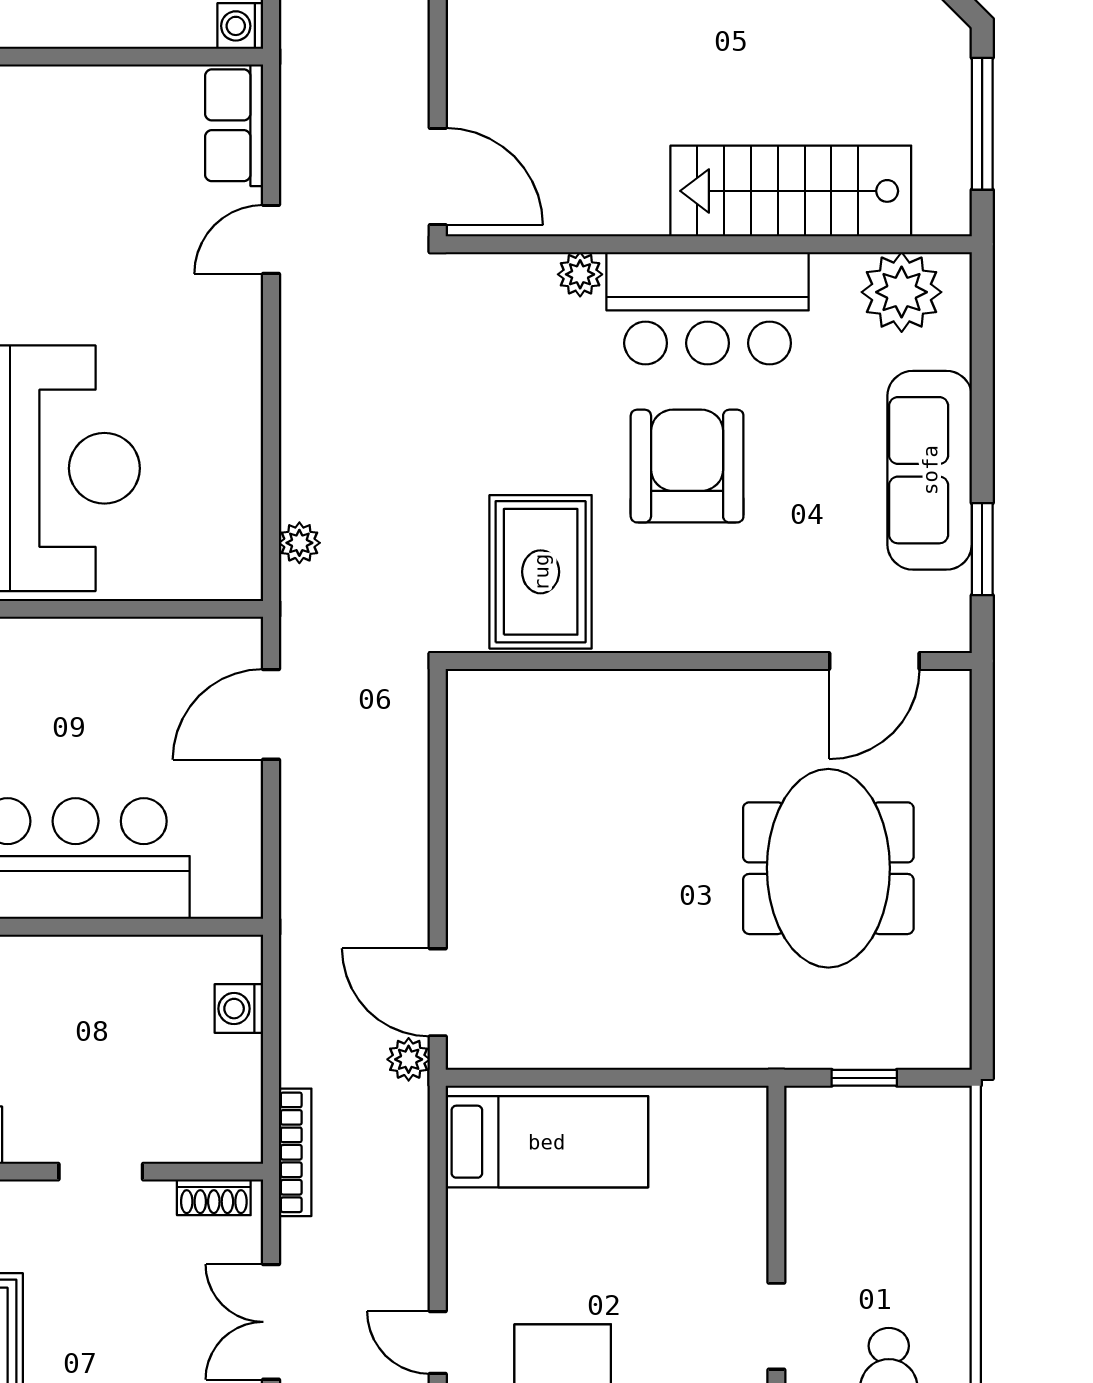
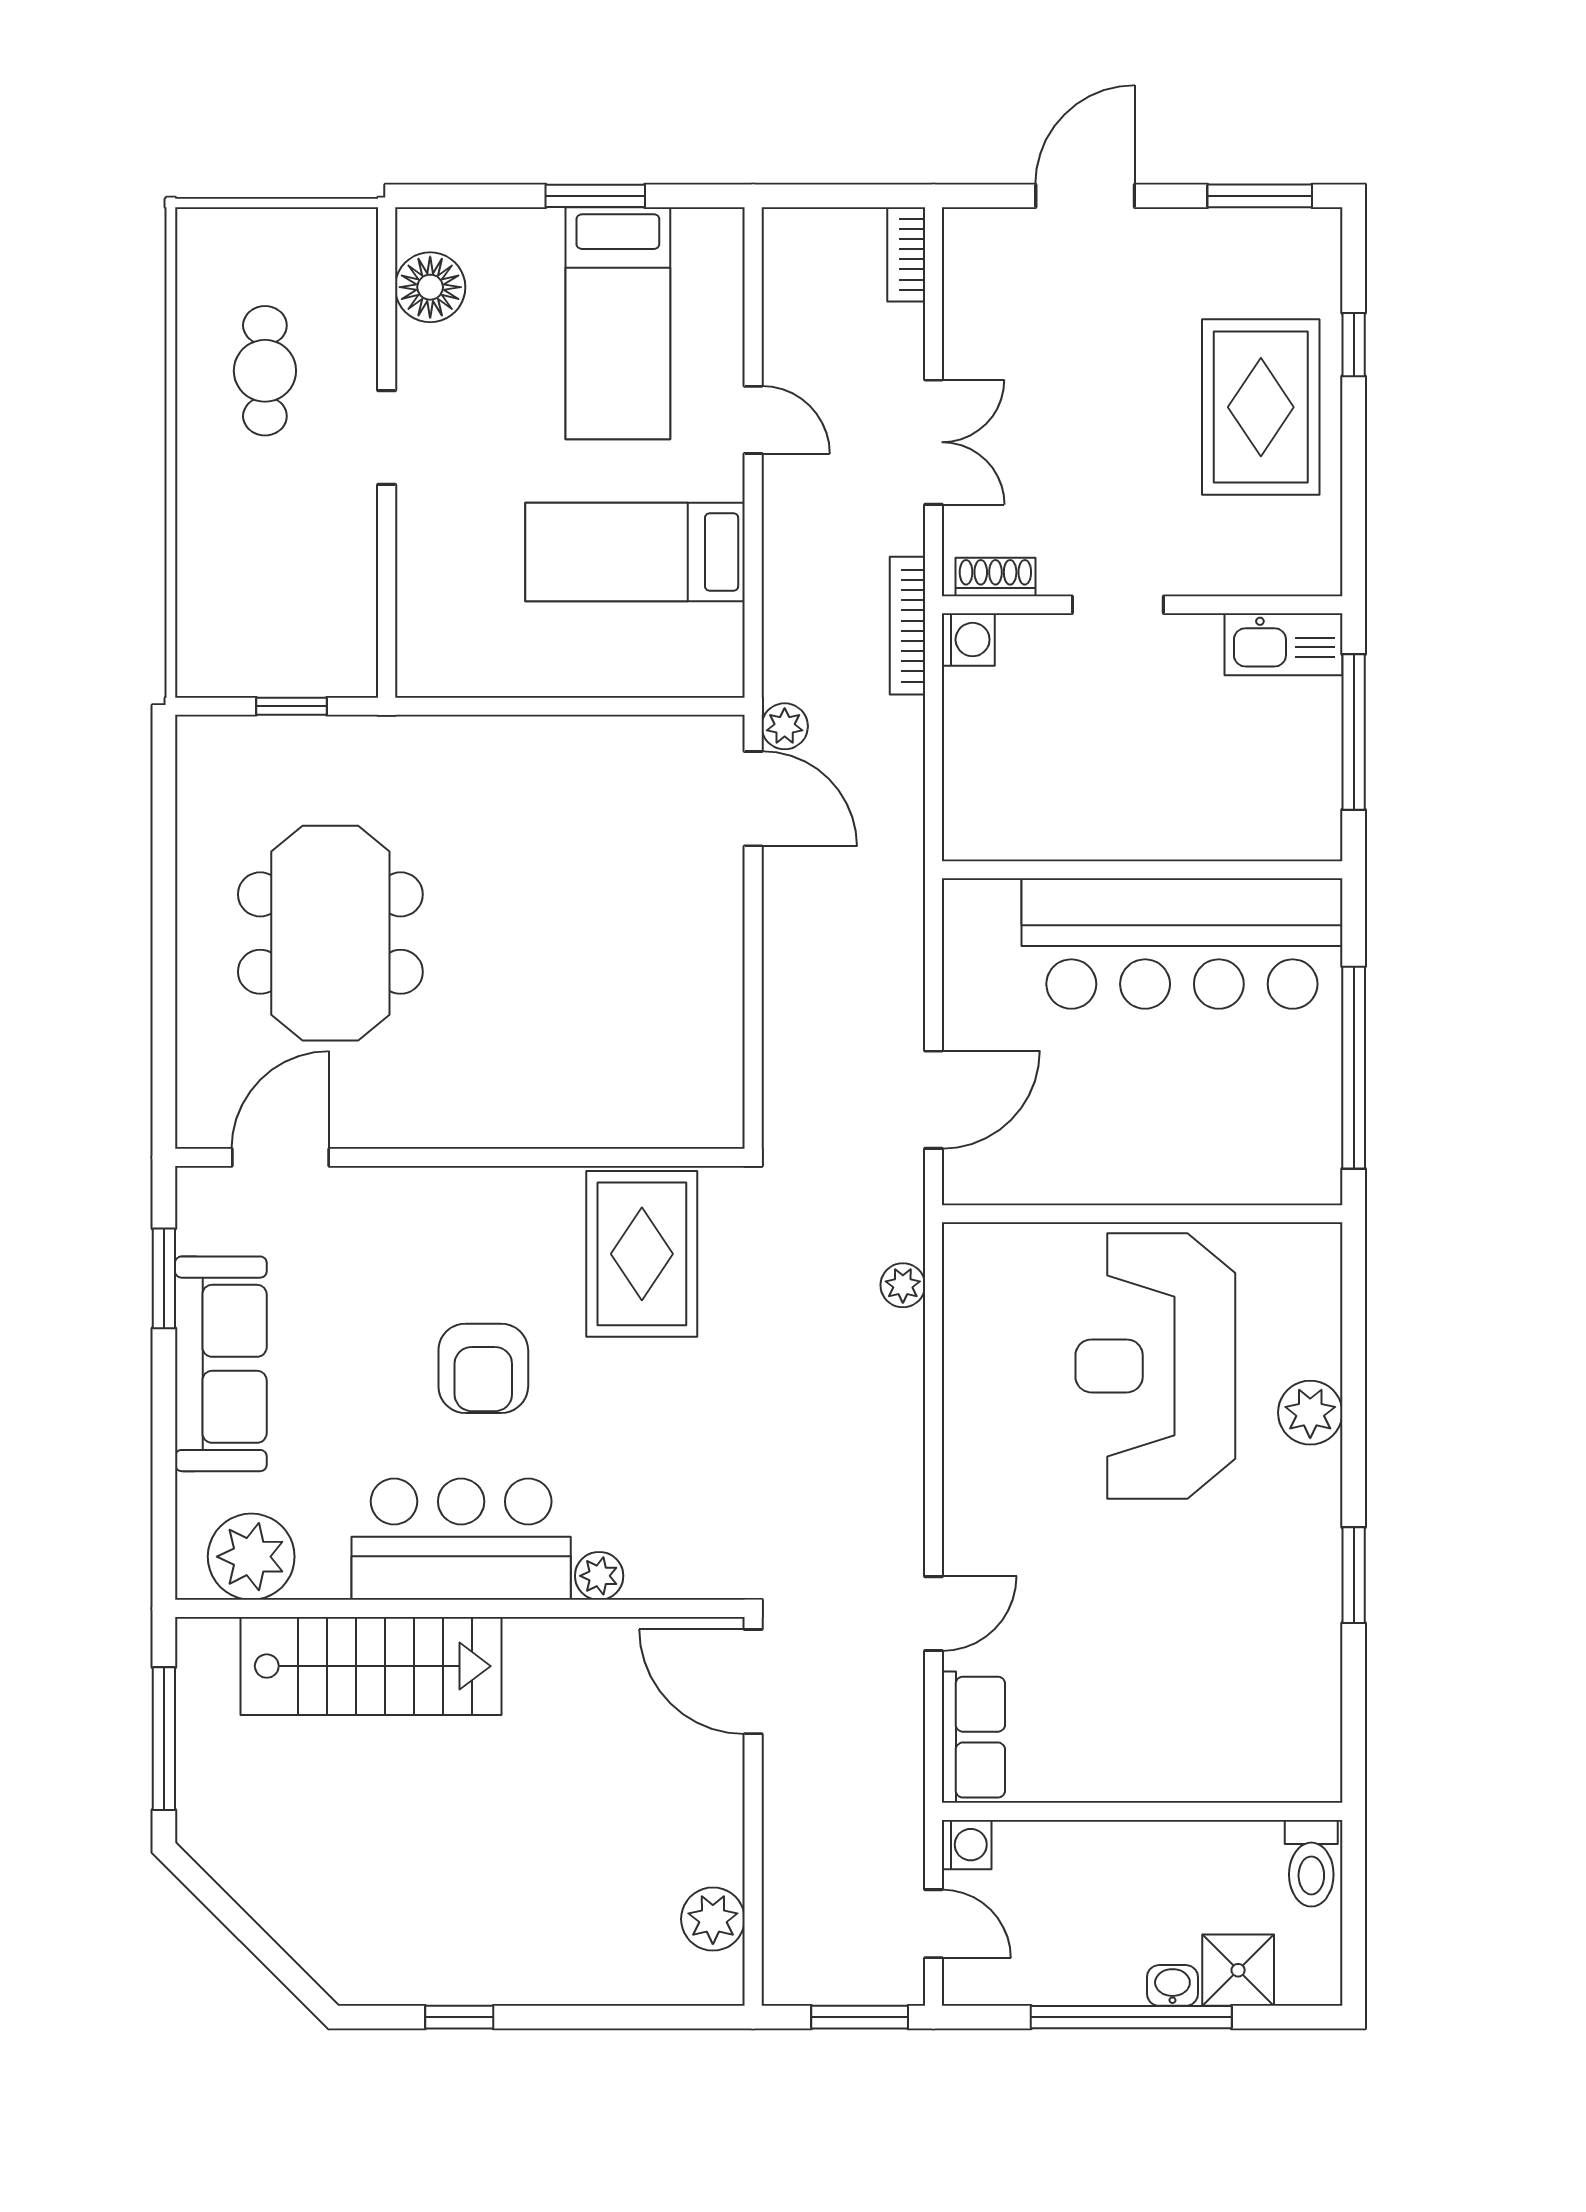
armchair: (687, 466) -> (483, 1368), width x0.73, depth x0.73
washing machine: (239, 1009) -> (968, 640), moved
bed: (547, 1142) -> (635, 552), moved

